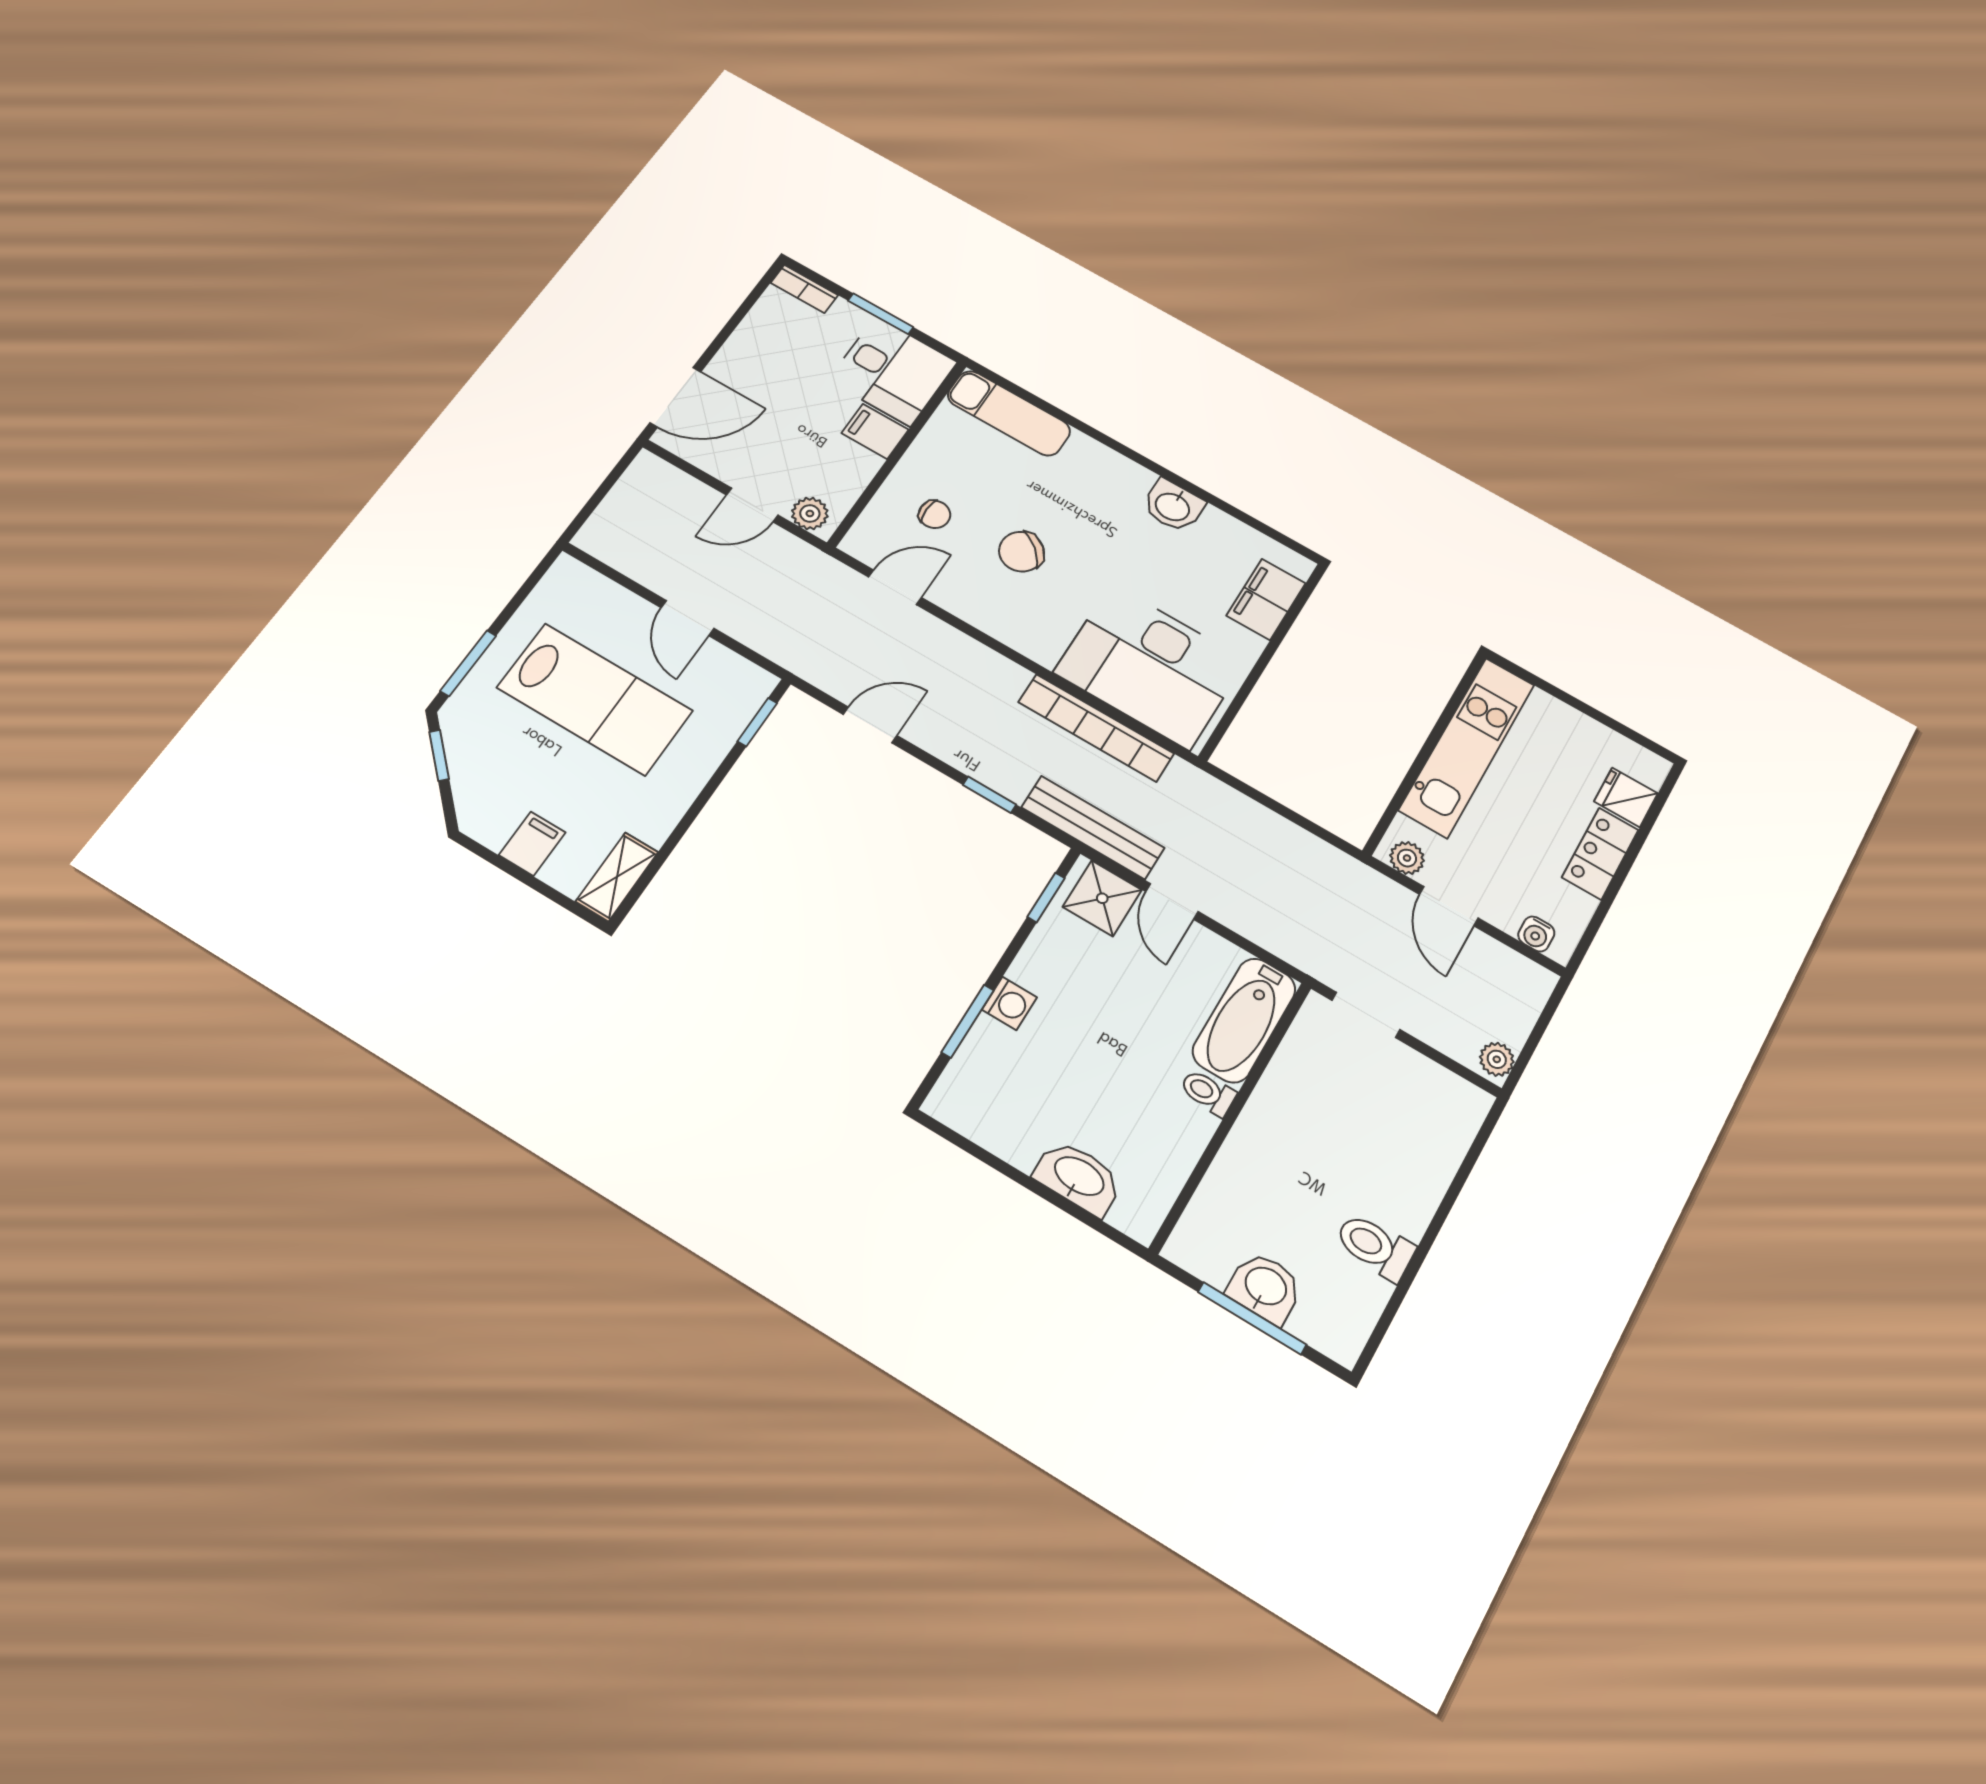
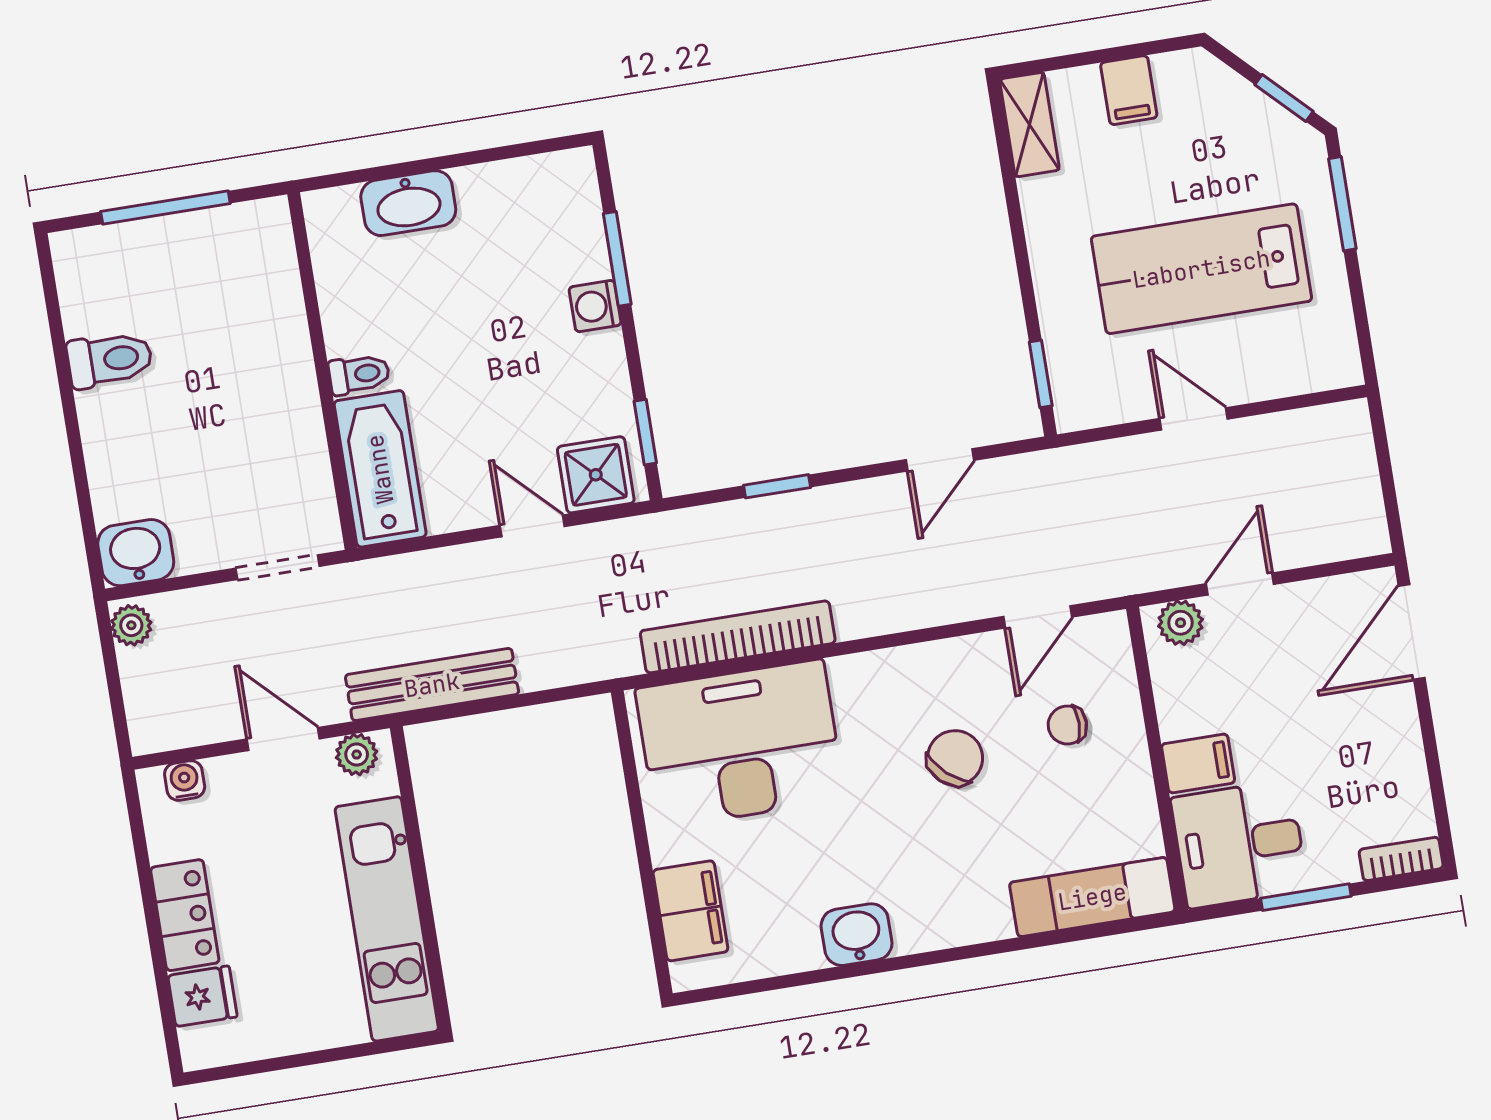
bench: (1093, 827) -> (432, 685), moved
washbasin: (1265, 1287) -> (136, 553), moved, turned 180

